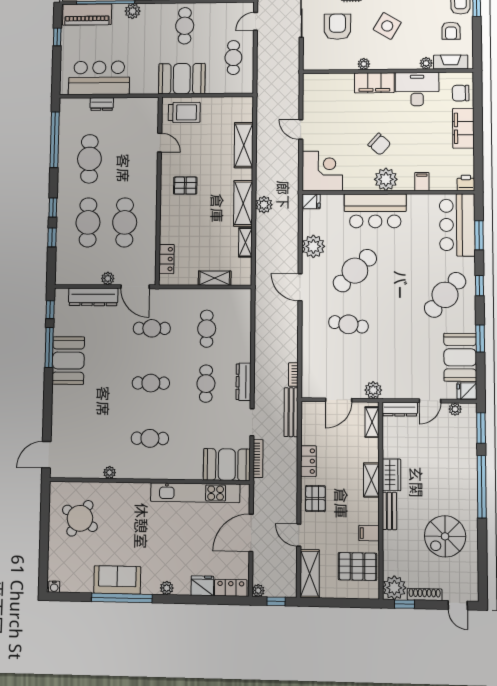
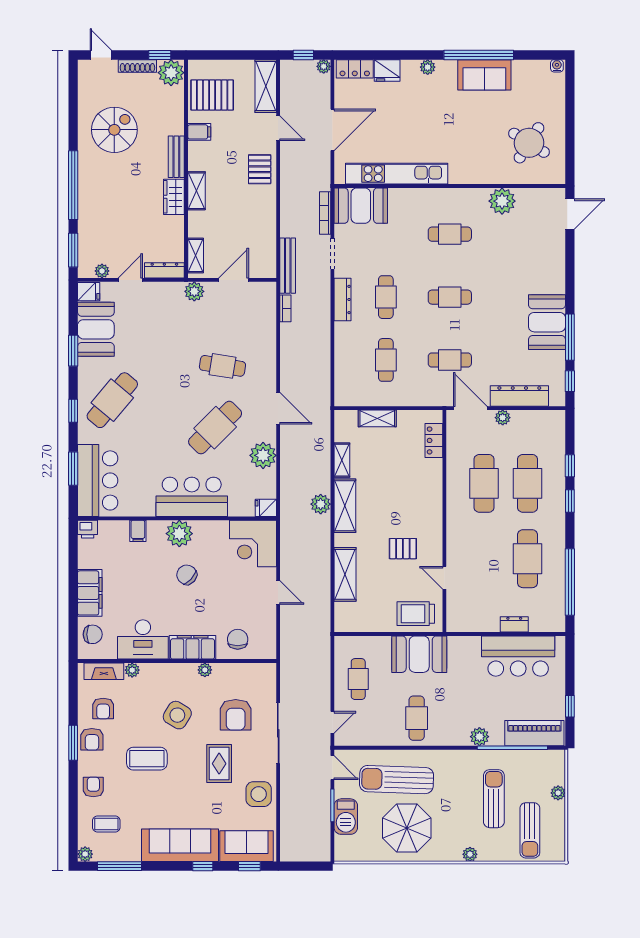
armchair: (451, 31) -> (103, 709), turned 180
chair: (336, 90) -> (238, 639), added
pallet: (185, 186) -> (403, 549), moved
locker: (308, 461) -> (268, 211), removed
plant: (110, 473) -> (502, 201), width x1.88, depth x1.88

